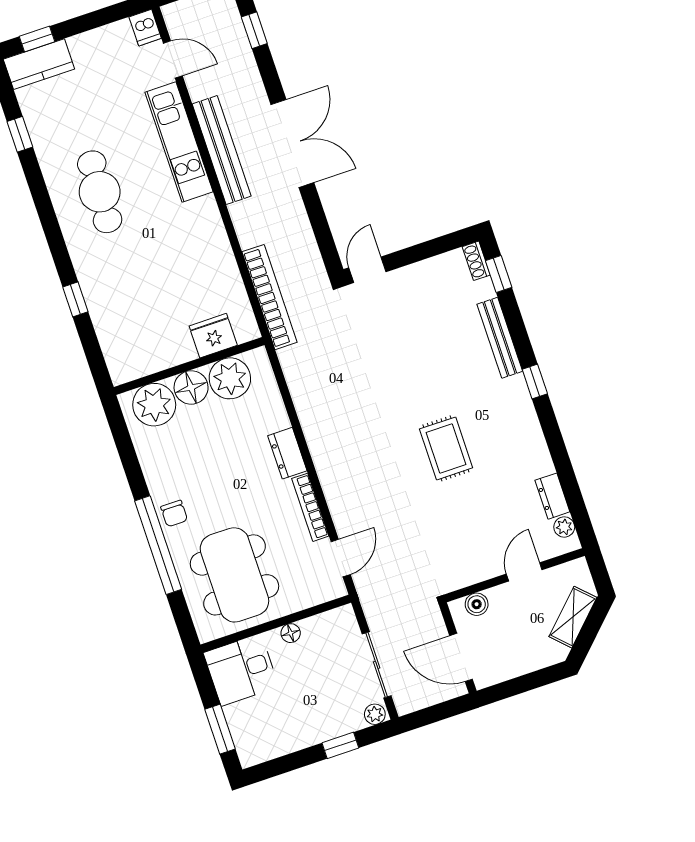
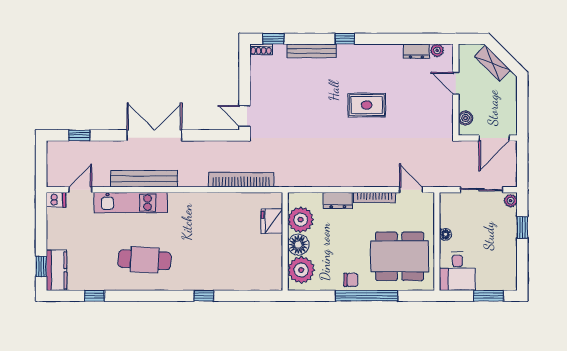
fridge: (213, 336) -> (272, 221), moved
wall: (189, 366) -> (285, 241), moved
plant: (230, 378) -> (301, 220), moved
floor lamp: (191, 387) -> (298, 245), moved
plant: (154, 405) -> (301, 270), moved

